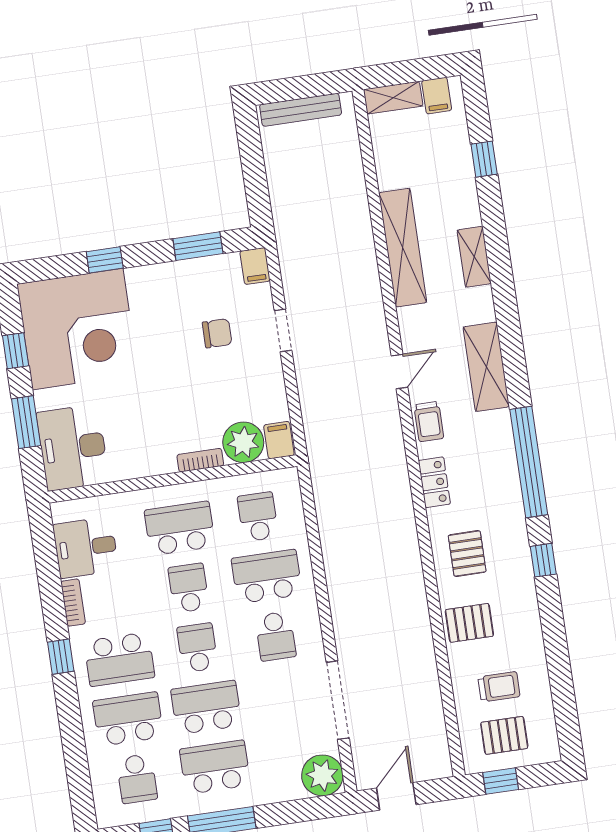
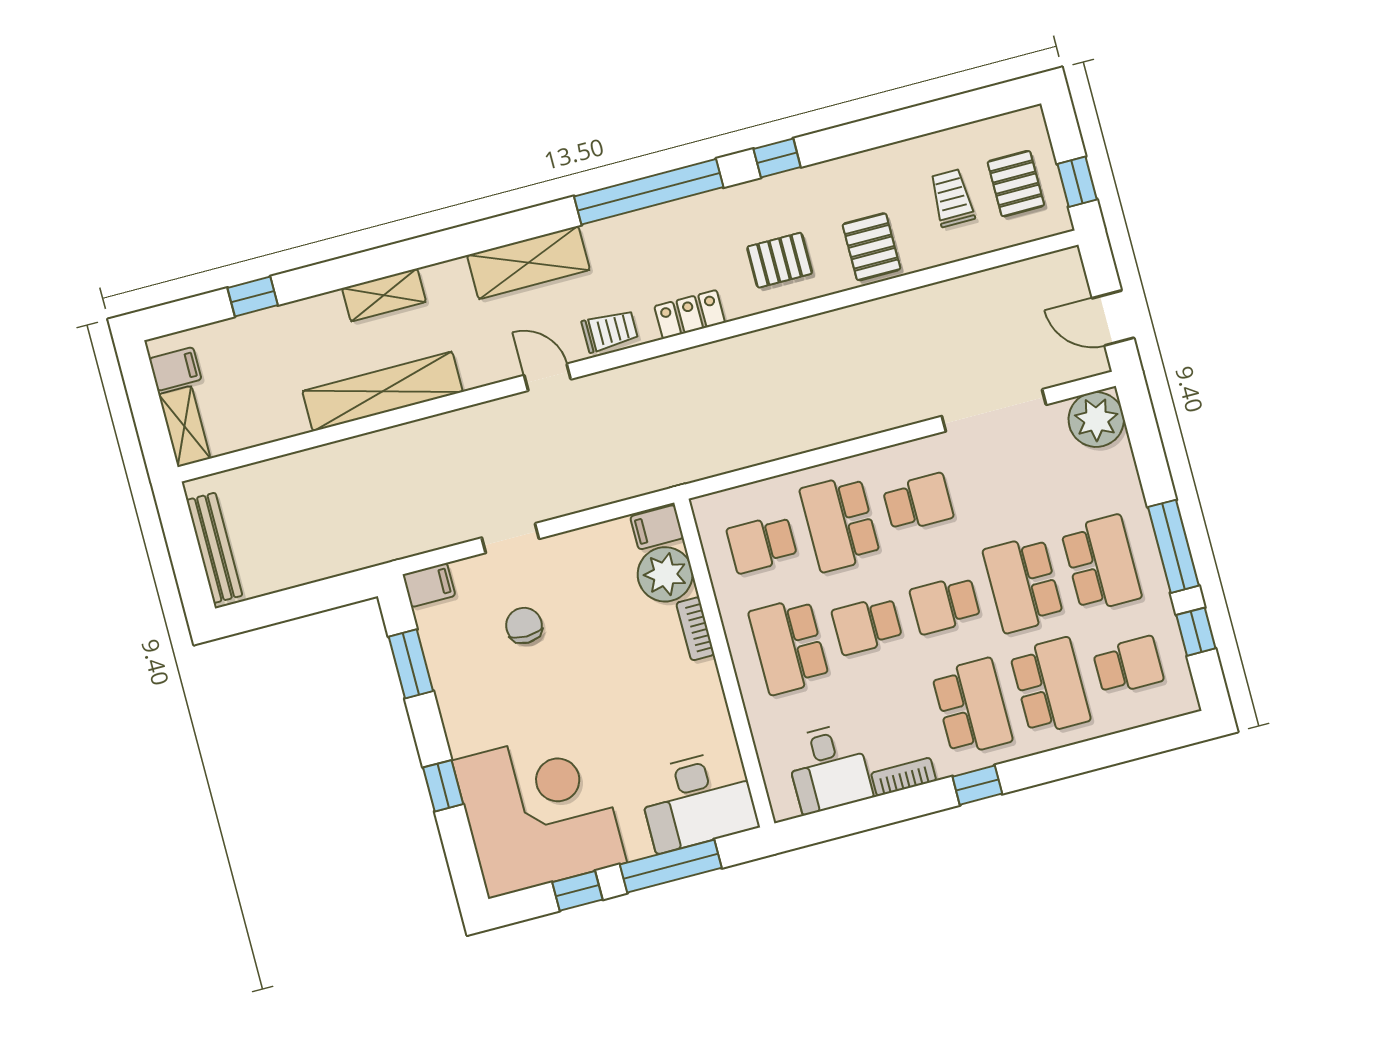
window: (26, 422) -> (671, 866), width x1.44
school desk: (128, 719) -> (1050, 686), turned 180
school desk: (215, 767) -> (1101, 563), turned 180

